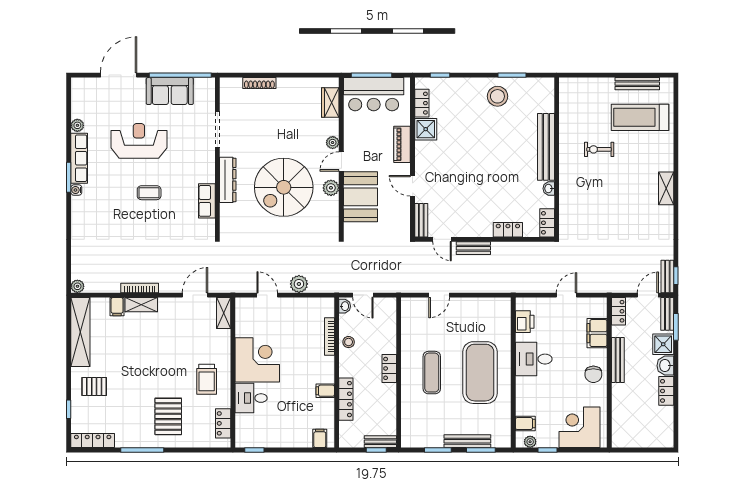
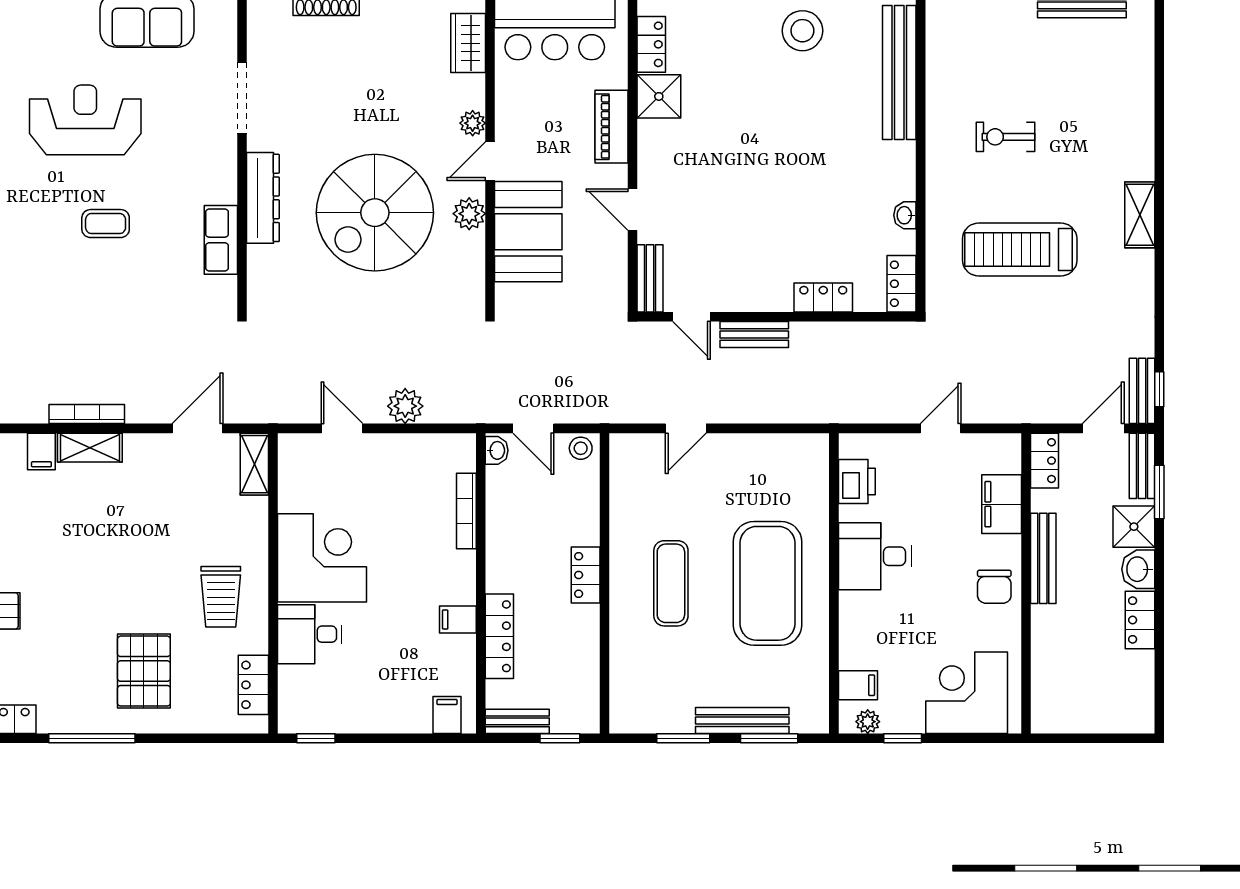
treadmill: (640, 117) -> (1020, 250), moved
bench: (546, 147) -> (899, 73), moved
stool: (349, 342) -> (581, 448), moved
bench: (380, 442) -> (517, 721), moved

